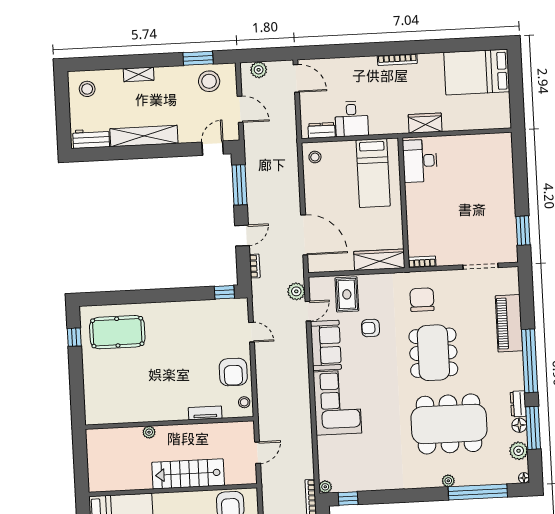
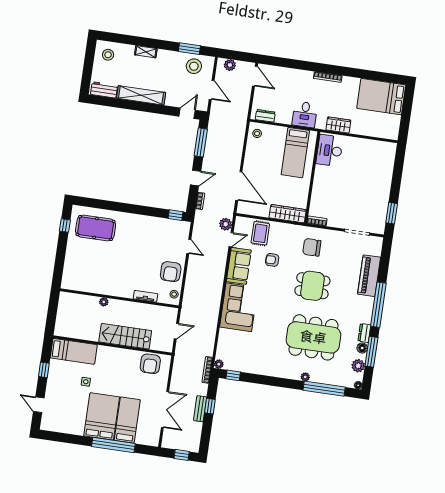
desk: (352, 119) -> (305, 114), moved
chair: (422, 300) -> (312, 247), turned -90
dining table: (433, 353) -> (312, 286), width x0.73

